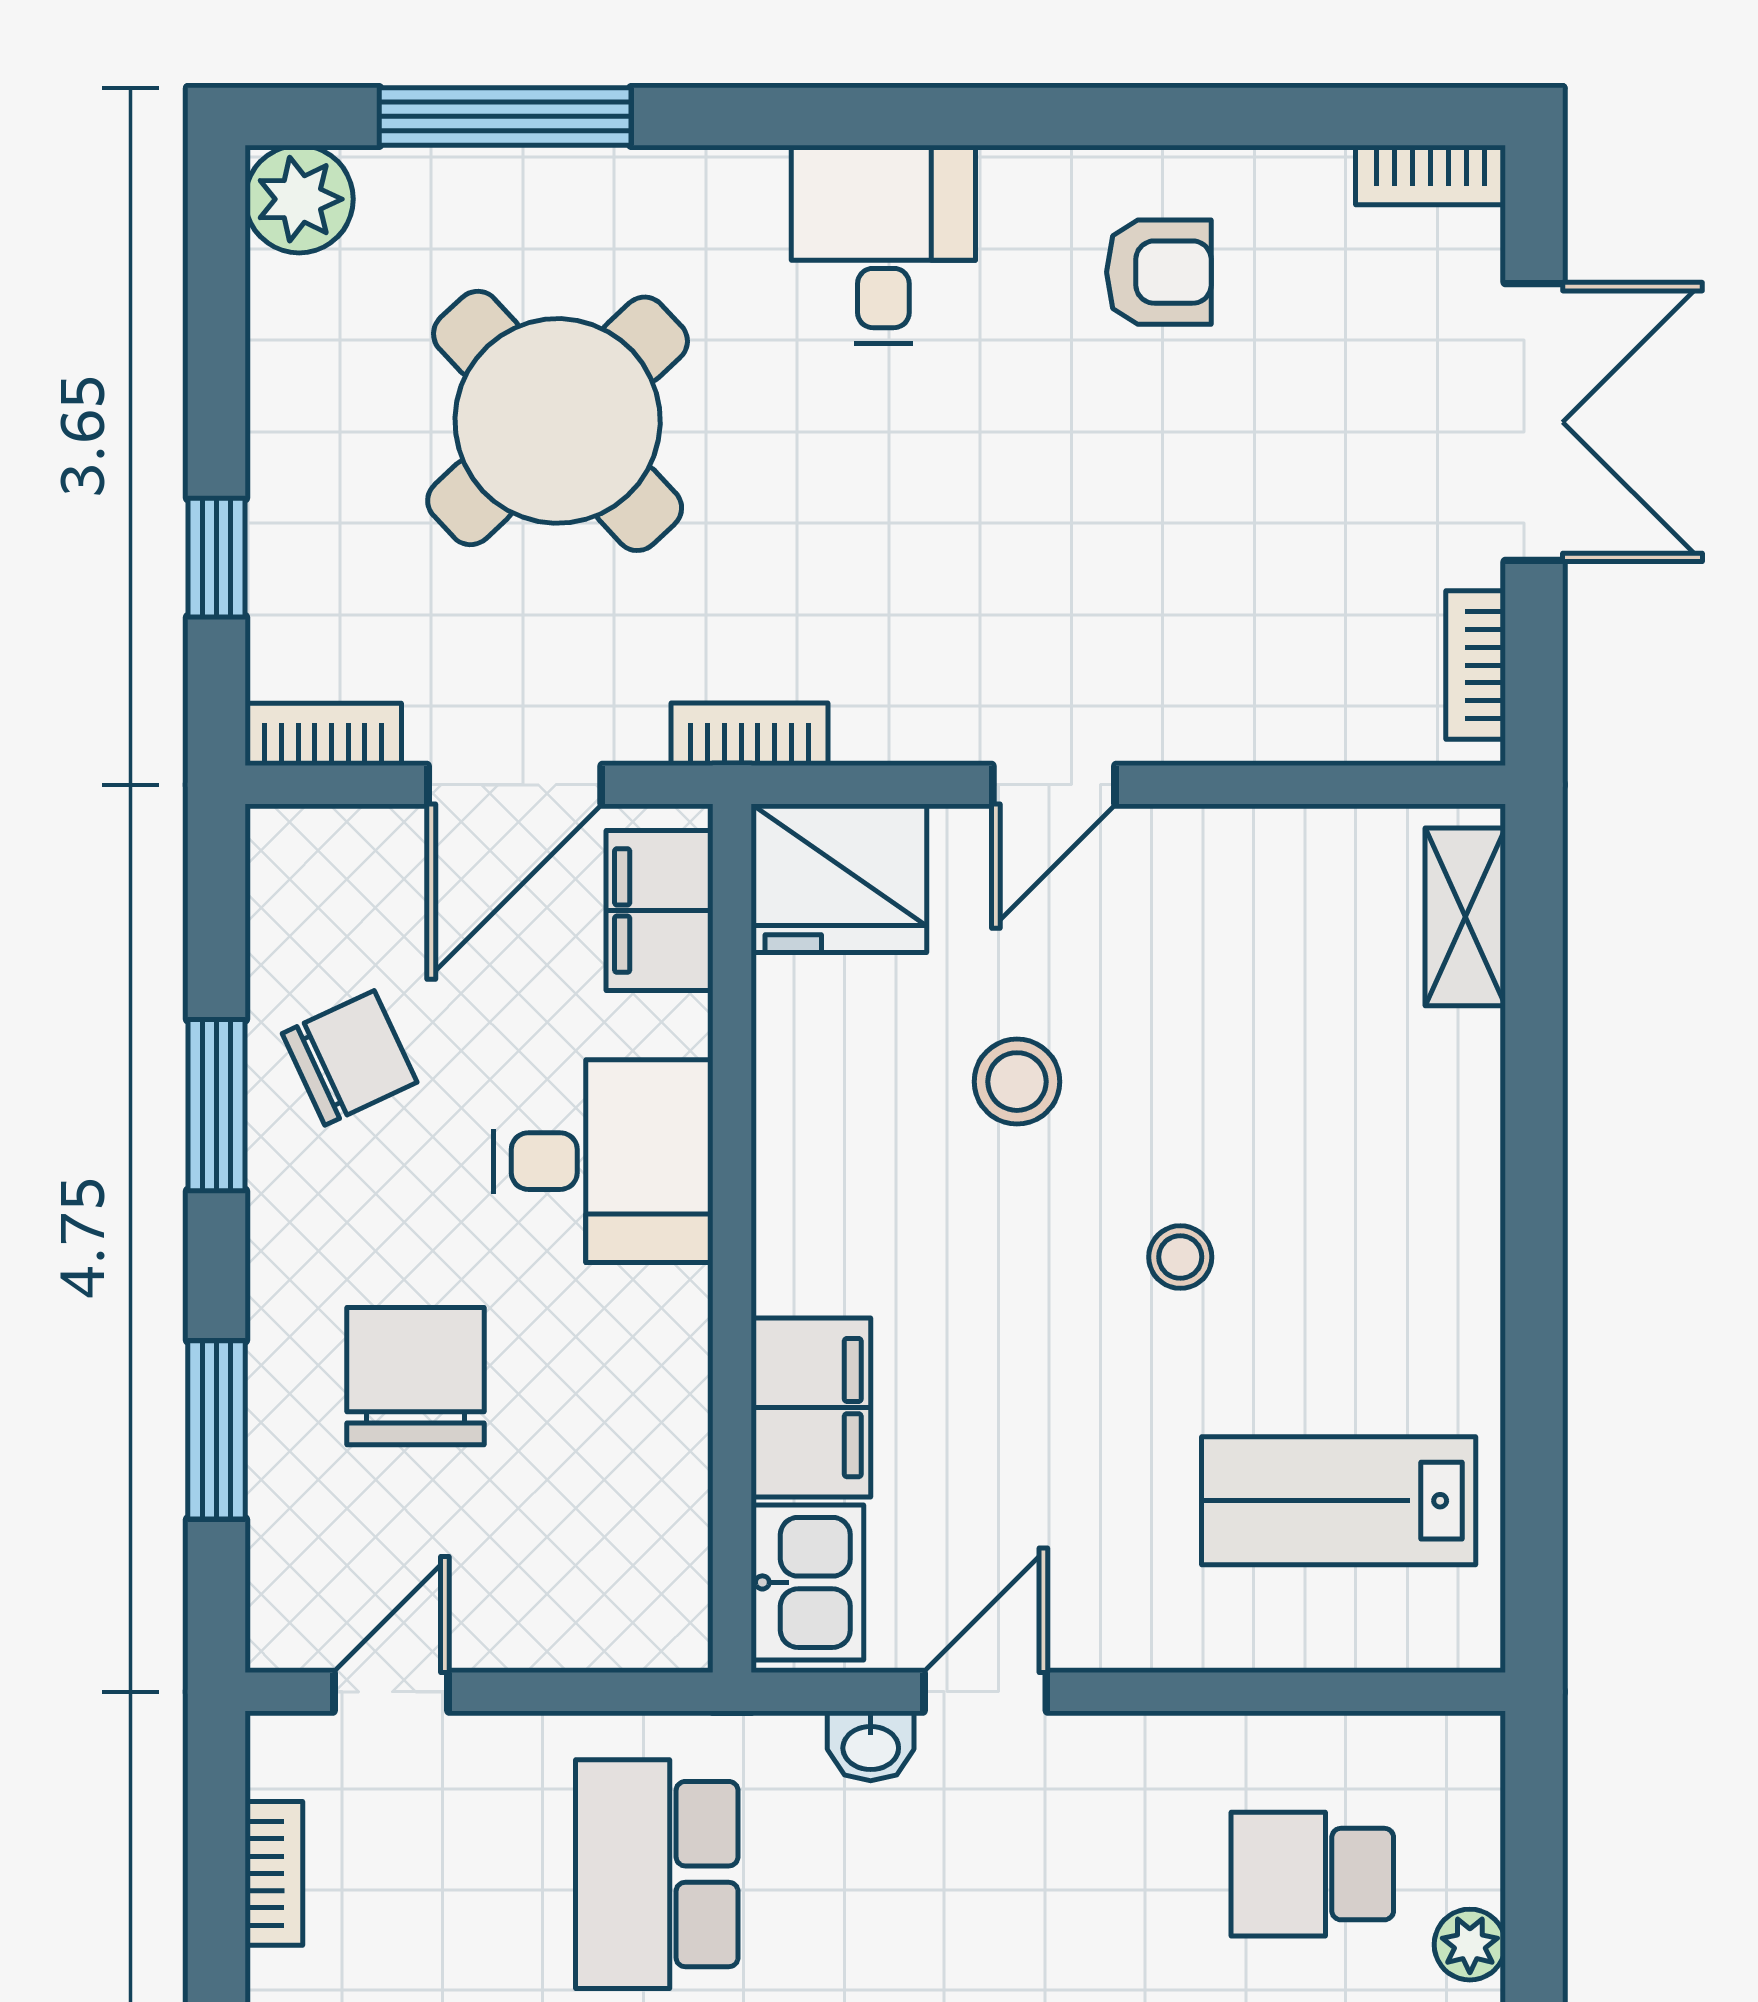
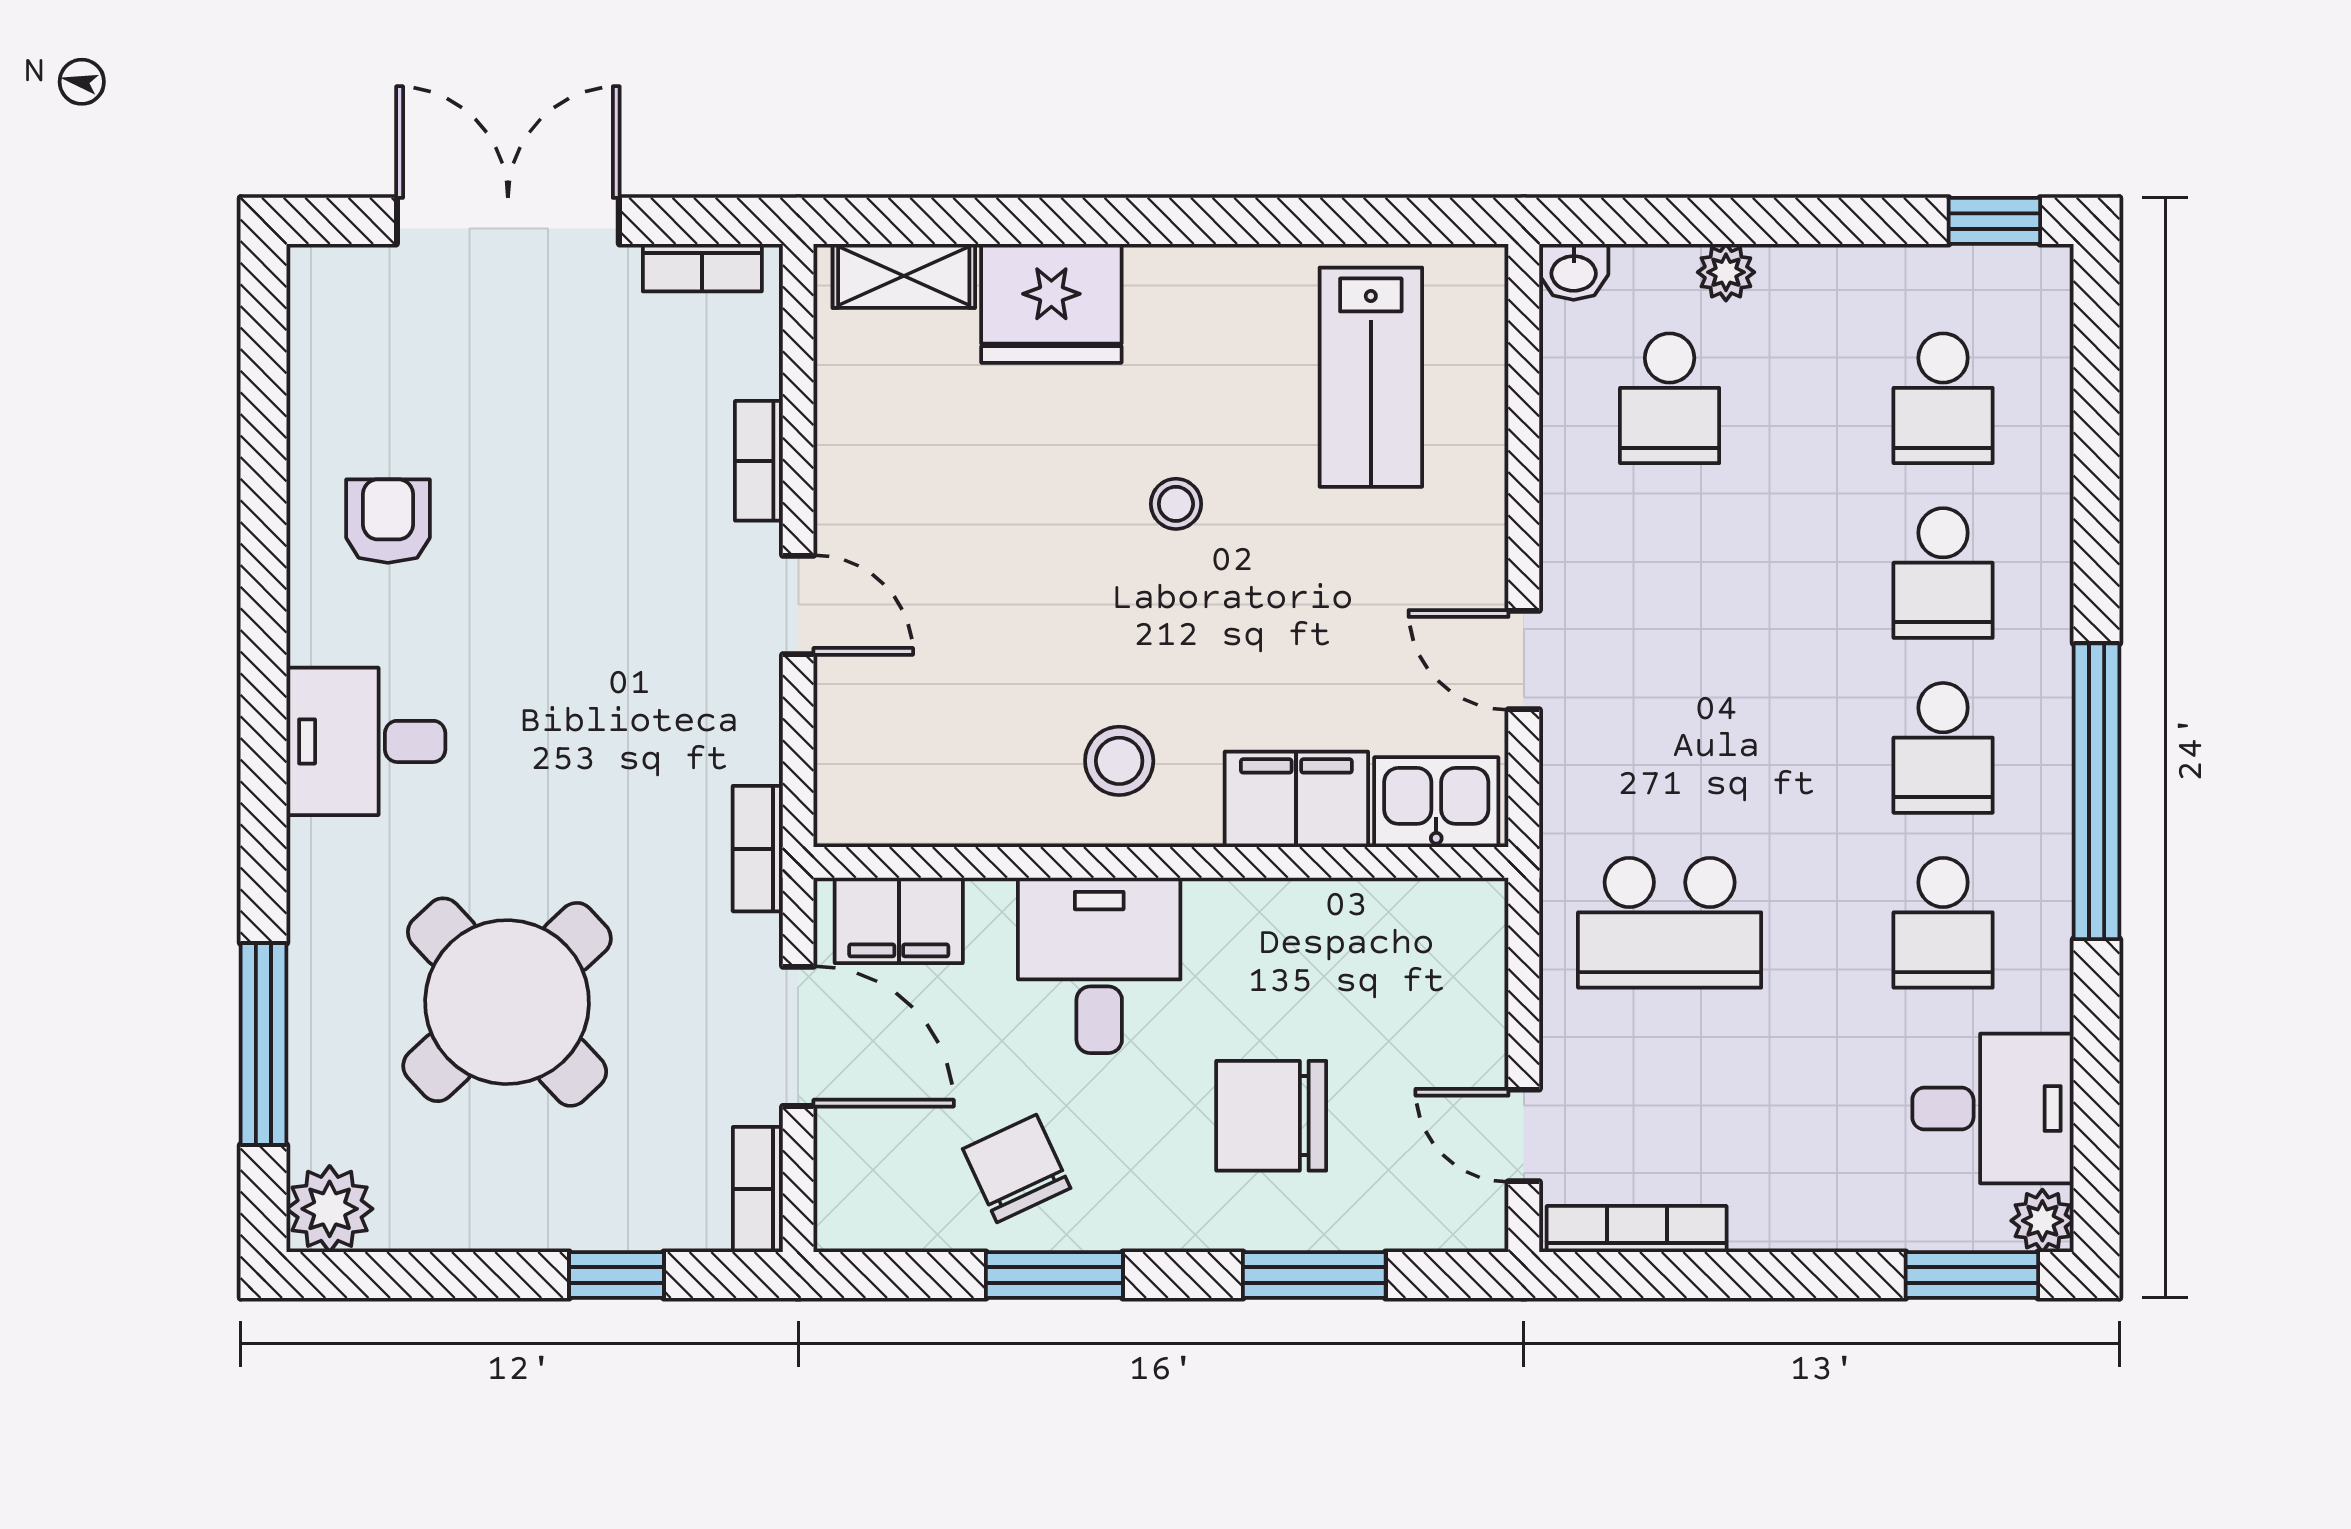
bookcase: (1431, 175) -> (759, 461), moved, turned 180
fridge: (839, 878) -> (1051, 303), moved, turned 90
stool: (1017, 1082) -> (1119, 761), moved
washbasin: (871, 1746) -> (1574, 272), moved, turned 90
bookcase: (274, 1873) -> (1637, 1229), width x1.56

